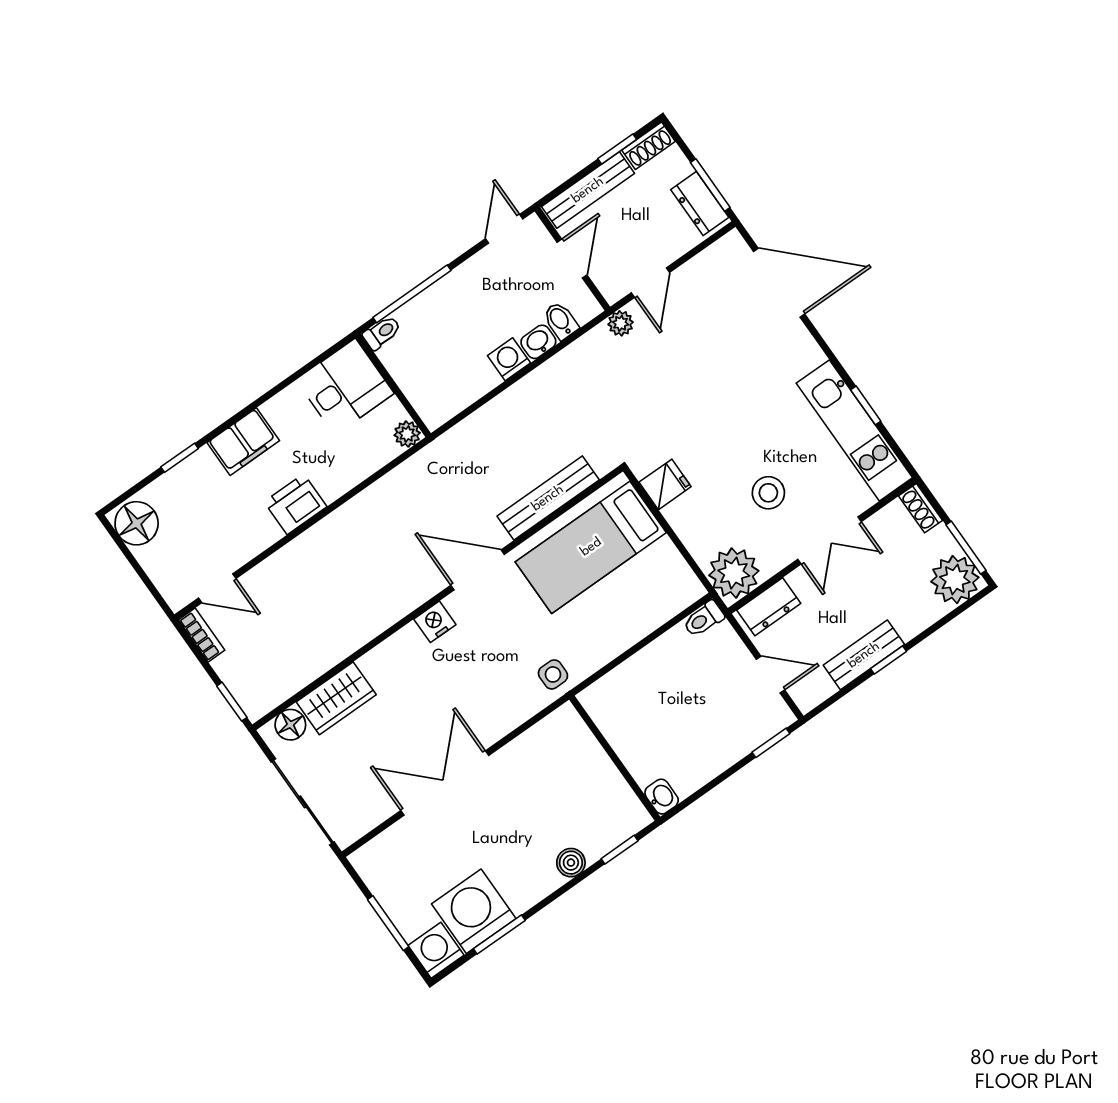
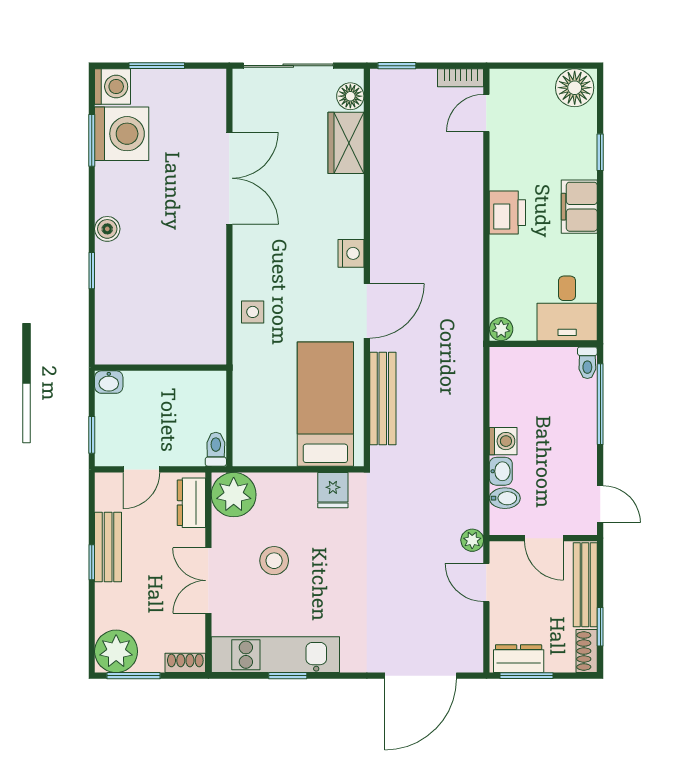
wall: (615, 758) -> (161, 368), moved
washbasin: (662, 797) -> (109, 382), moved

